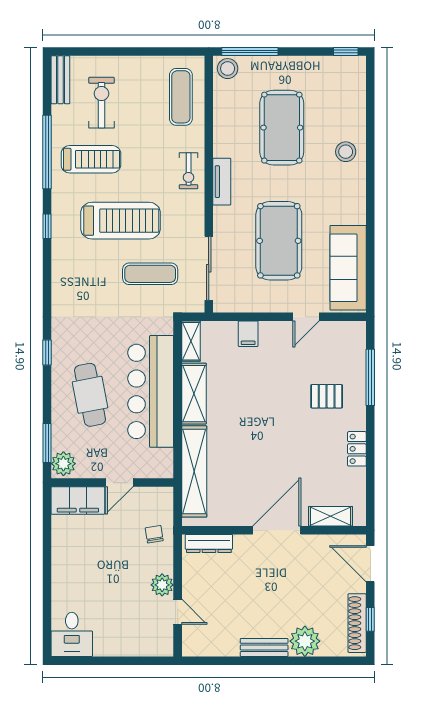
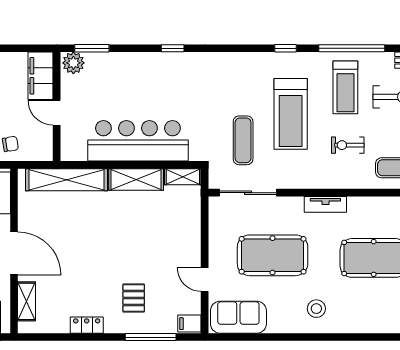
stool: (346, 152) -> (316, 309), moved
exercise bike: (189, 171) -> (348, 145), moved
sofa: (348, 268) -> (238, 317), width x0.73
filing cabinet: (248, 334) -> (189, 324), moved
cafe table: (90, 395) -> (135, 87), removed

